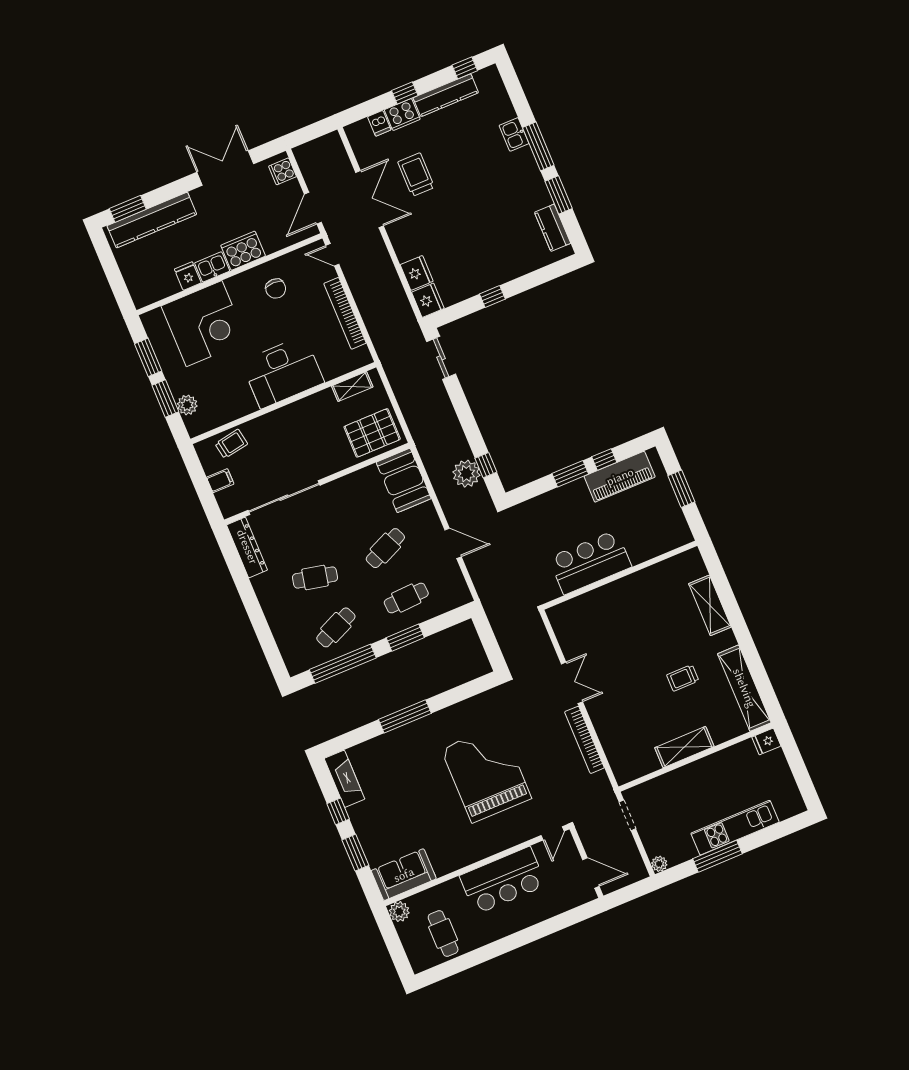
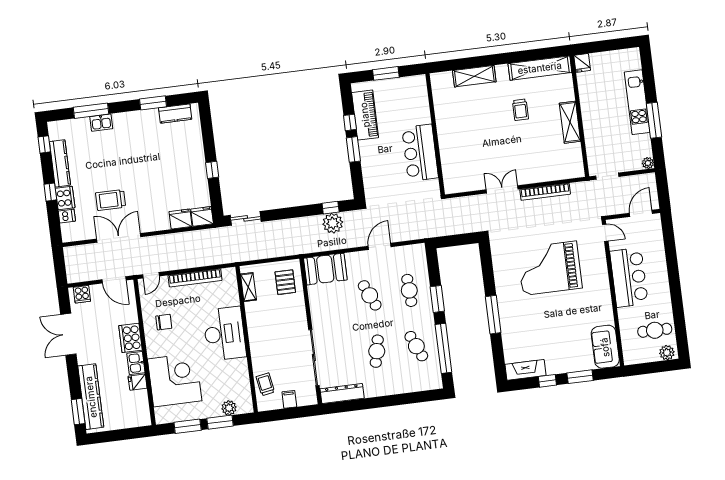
window: (538, 146) -> (91, 111), moved
pallet: (372, 433) -> (285, 282), width x0.67, depth x0.71
plant: (399, 912) -> (667, 353), moved

